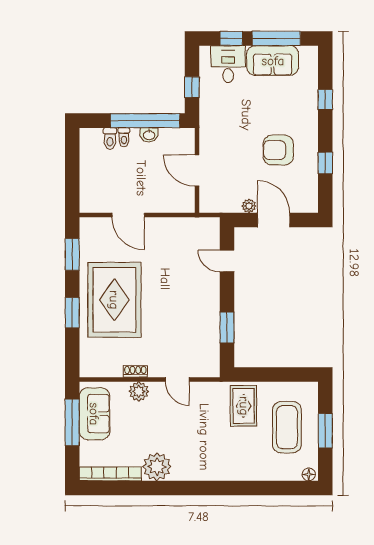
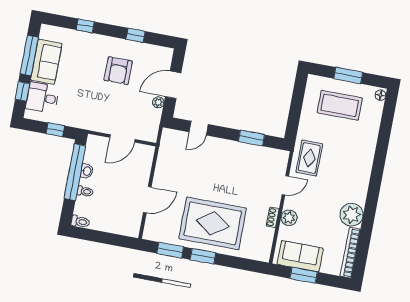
toilet: (110, 139) -> (80, 222), moved
window: (72, 313) -> (203, 256), moved
rug: (244, 406) -> (309, 158), moved, turned 90
window: (72, 422) -> (304, 275), width x0.69

